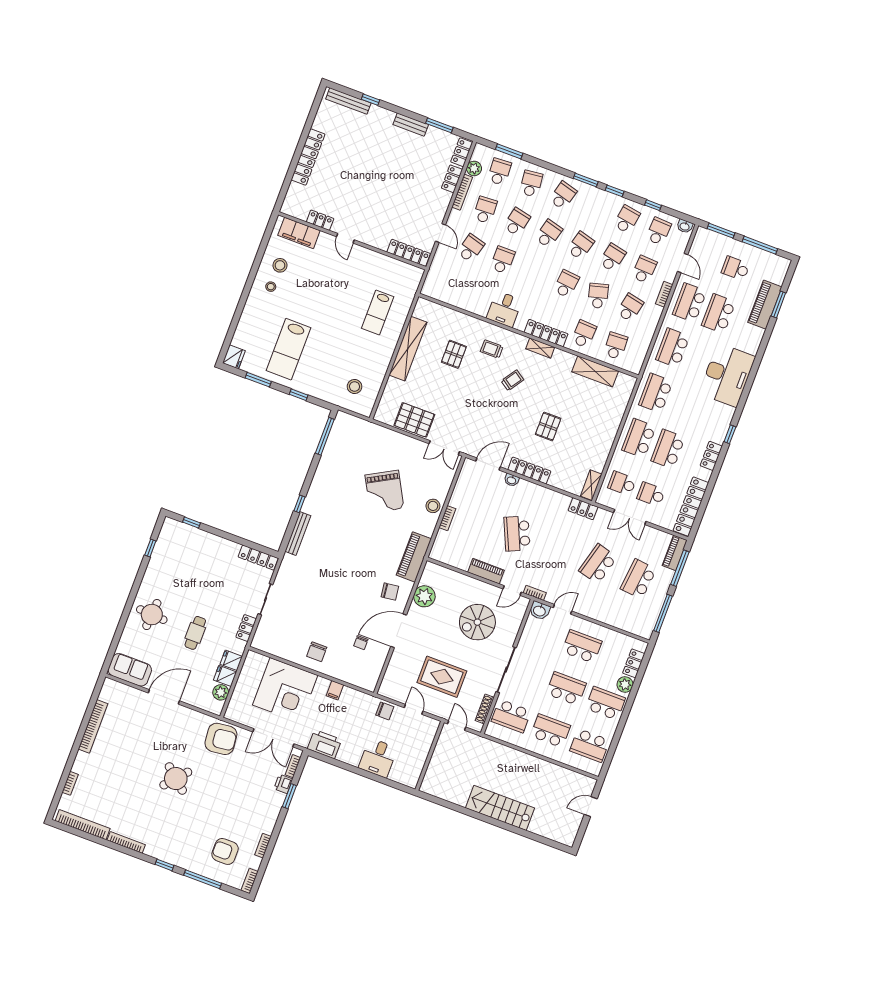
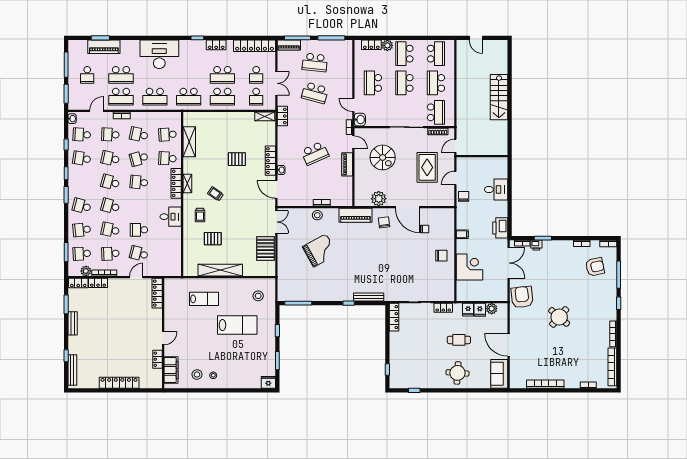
lab bench: (288, 349) -> (237, 325), moved
corner desk: (285, 690) -> (470, 267), width x0.74, depth x0.74
armchair: (225, 851) -> (595, 267), turned -102

